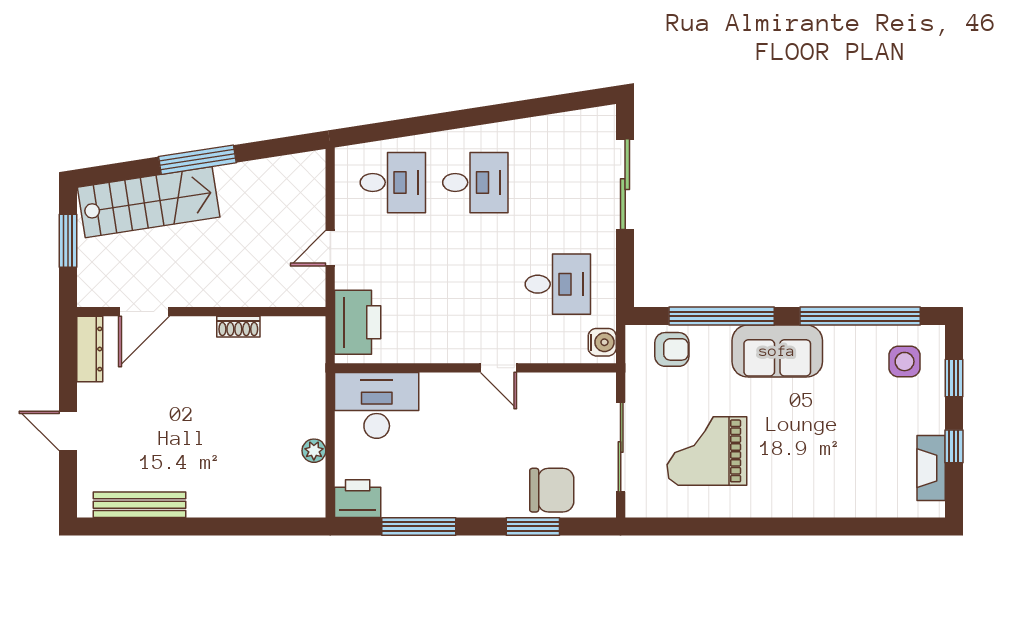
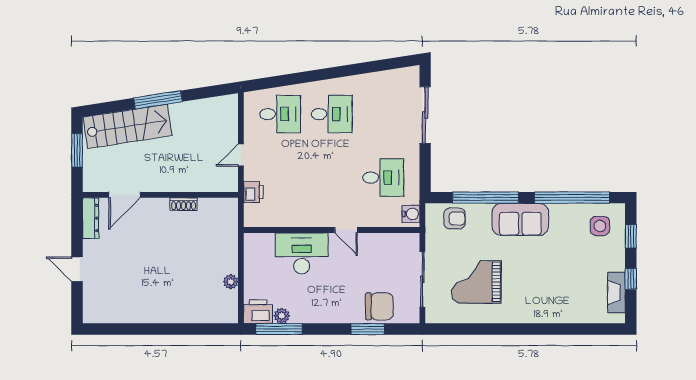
printer: (358, 322) -> (253, 192), width x0.53, depth x0.68
desk: (377, 405) -> (302, 253), moved
bench: (139, 505) -> (122, 315), removed
plant: (395, 505) -> (282, 316), added
window: (419, 526) -> (279, 329), moved

